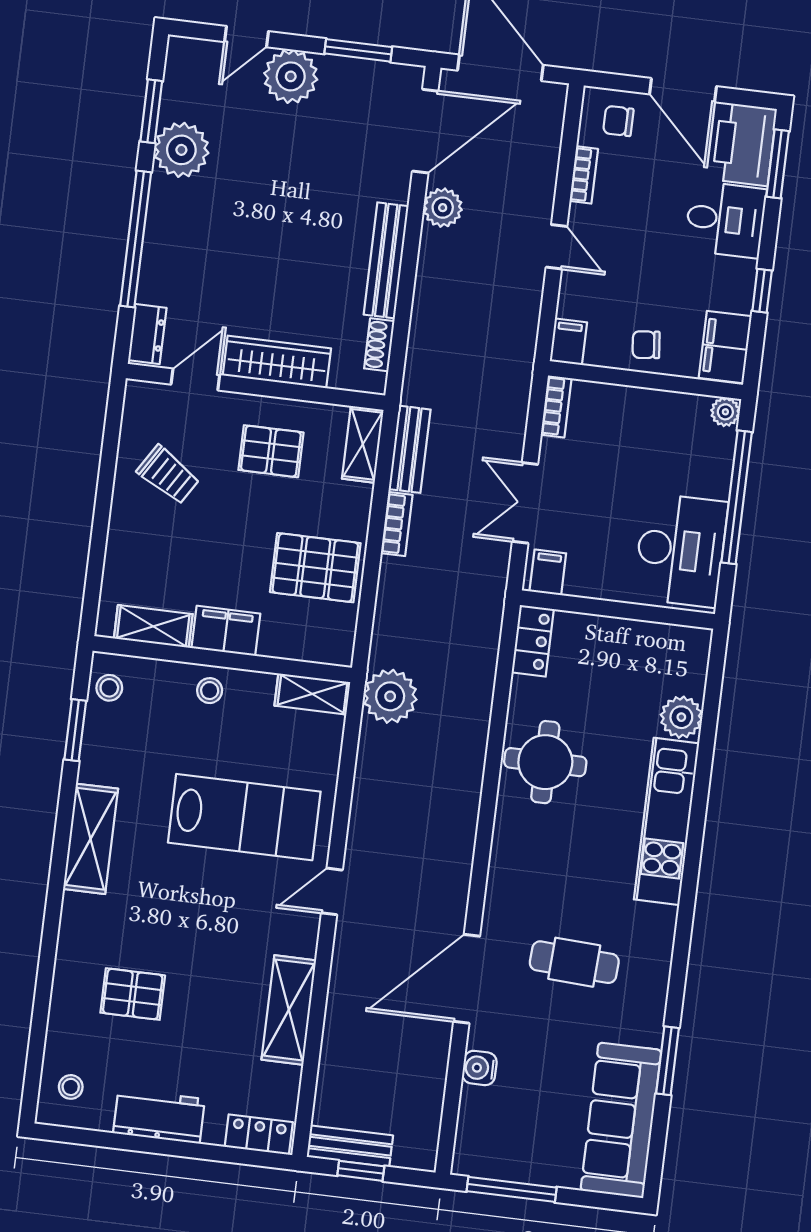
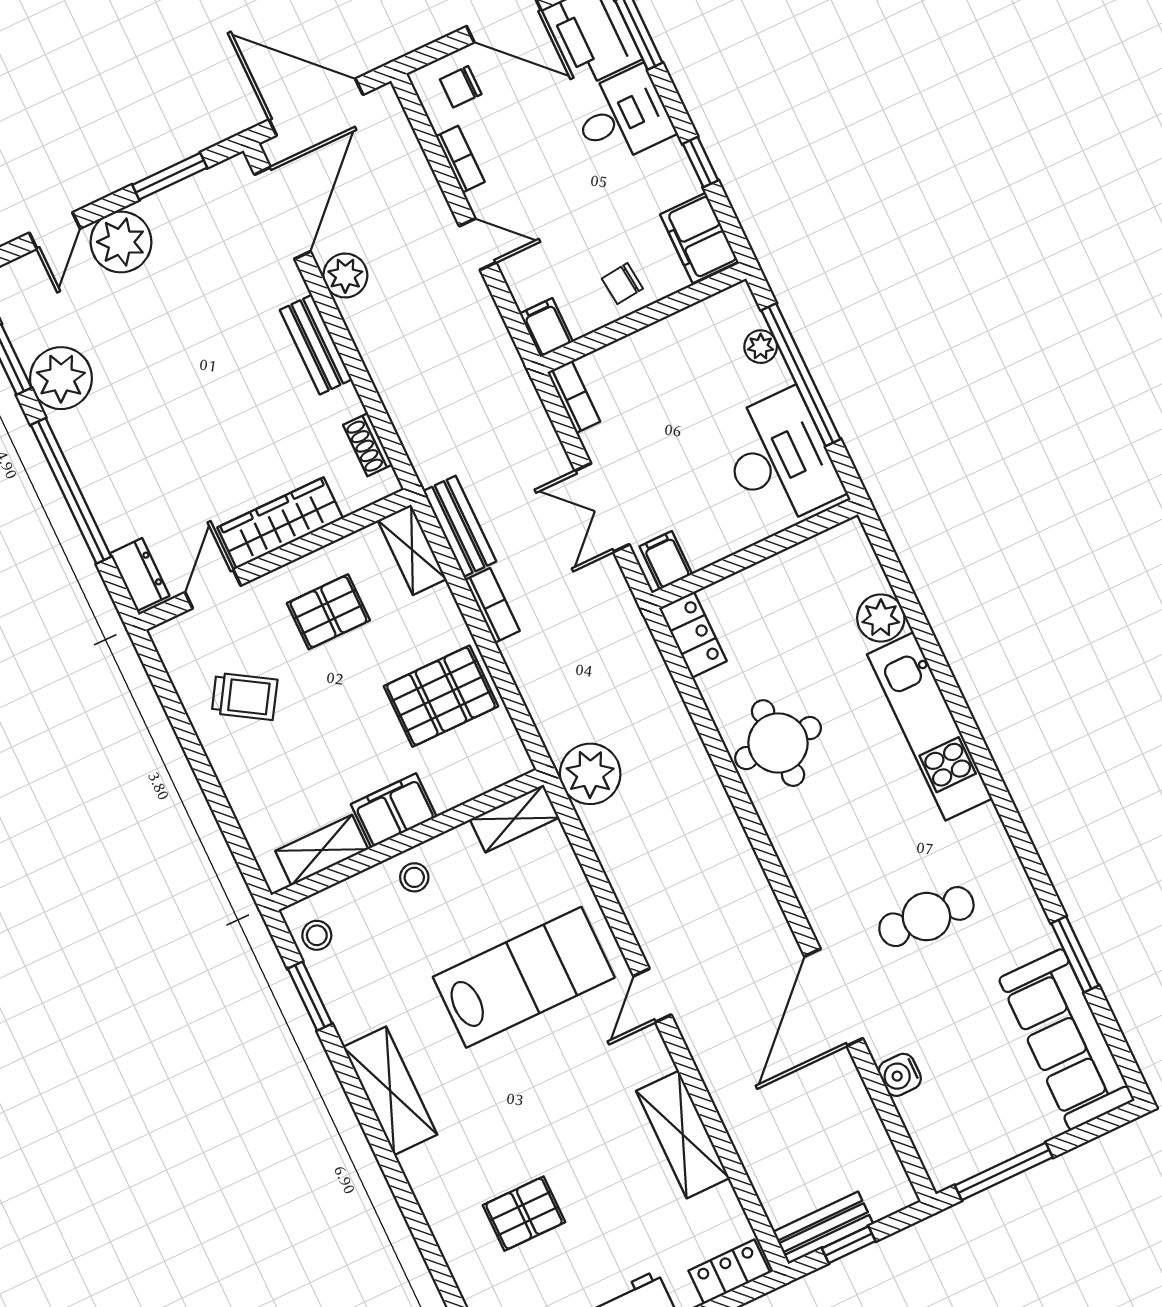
bench: (386, 260) -> (316, 345), width x0.73
plant: (725, 412) -> (761, 347), moved

